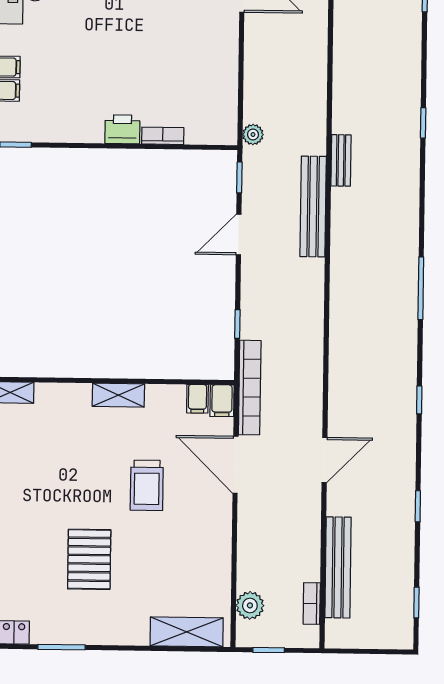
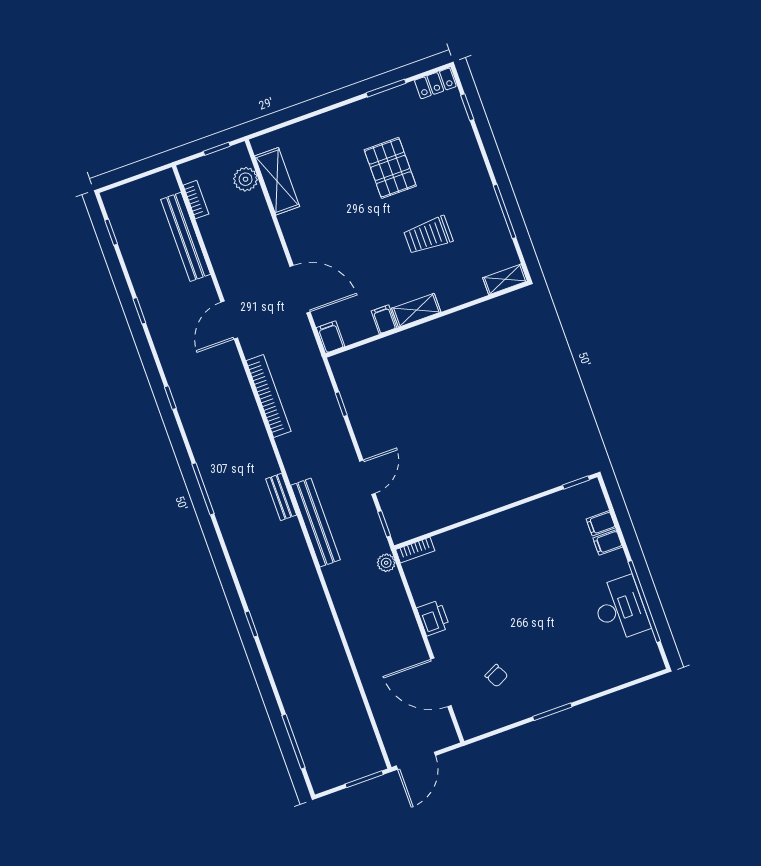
printer: (122, 129) -> (433, 618), moved, turned -90
bookcase: (163, 136) -> (415, 550), moved
bench: (341, 160) -> (281, 497), moved
bookcase: (250, 388) -> (269, 396), moved, turned 180
filing cabinet: (197, 399) -> (384, 319), moved
trolley: (147, 485) -> (428, 235), moved, turned -90
shelving: (187, 632) -> (277, 181), moved, turned 90

